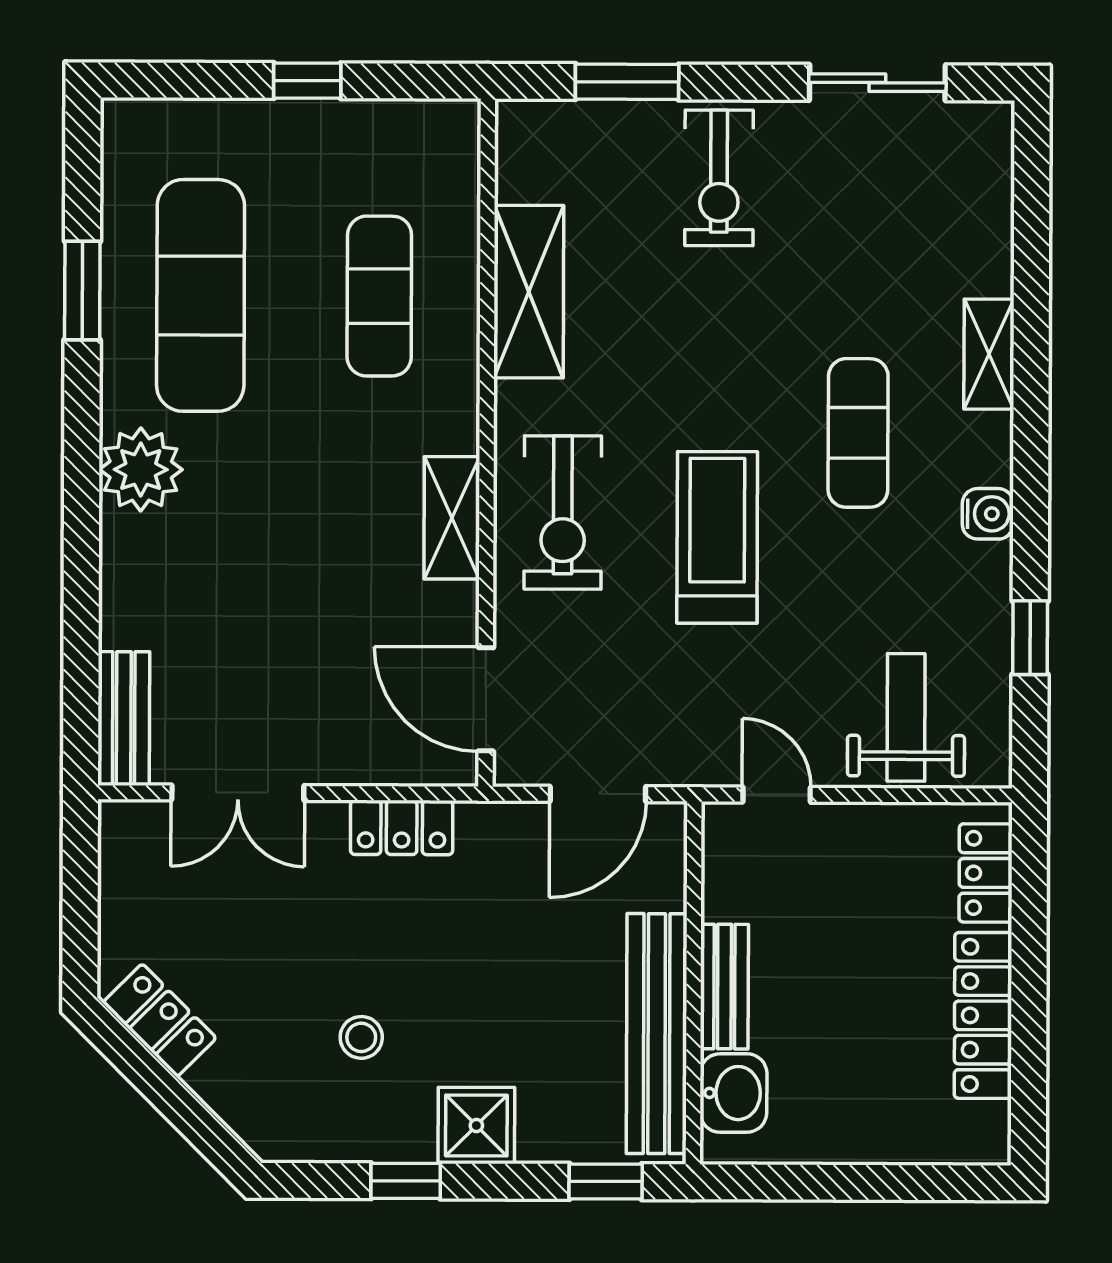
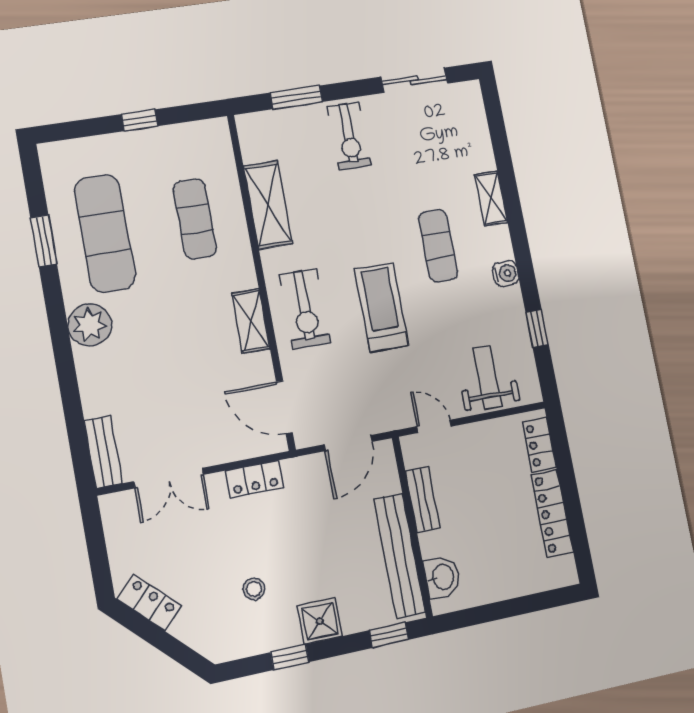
bench: (724, 987) -> (423, 499), moved

